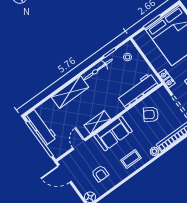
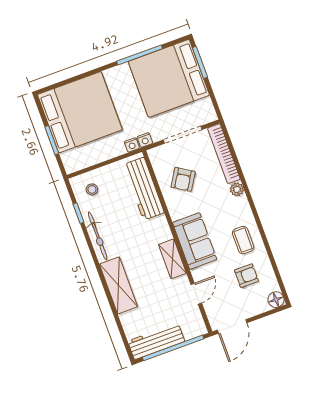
door: (79, 144) -> (196, 294), swing flipped
coffee table: (131, 159) -> (243, 240), moved

